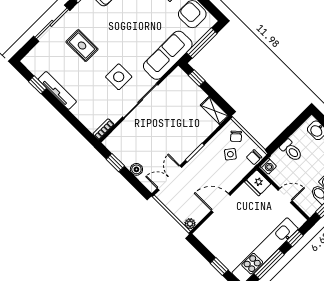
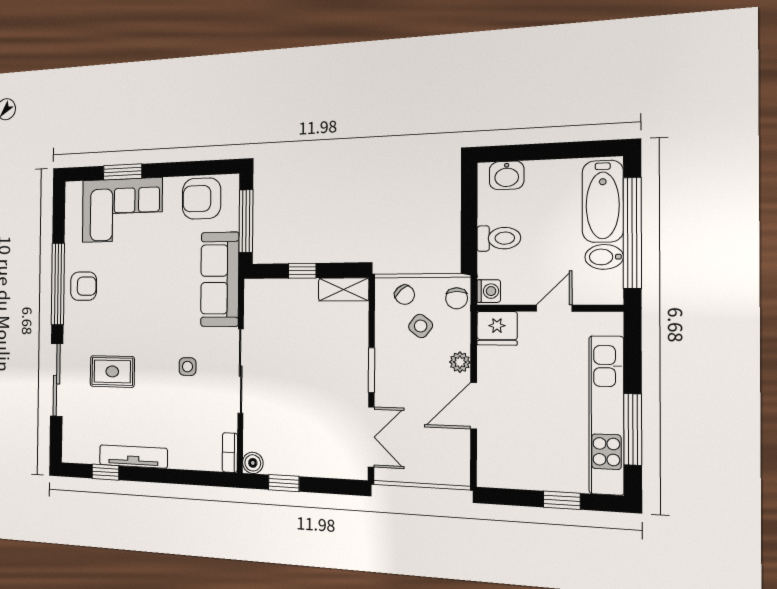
side table: (119, 77) -> (188, 367), width x0.54, depth x0.54
window: (197, 78) -> (302, 271), moved
boiler: (136, 169) -> (253, 463), moved
double door: (169, 178) -> (371, 437), swing flipped
plant: (190, 224) -> (460, 362), moved
window: (295, 238) -> (633, 355), removed

